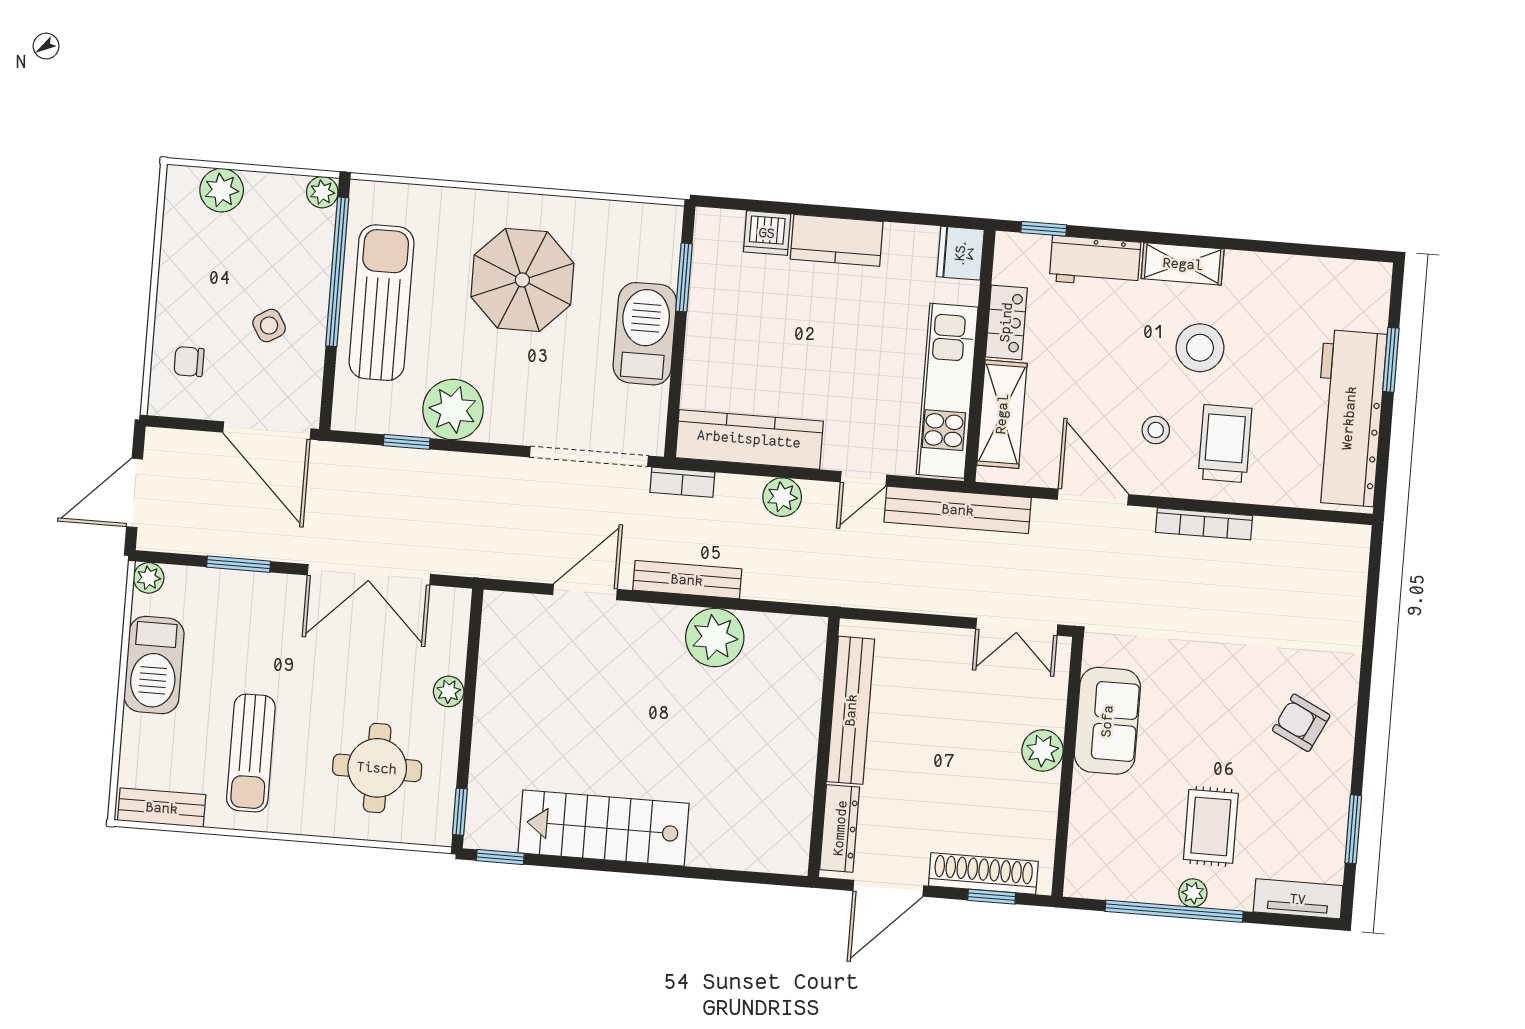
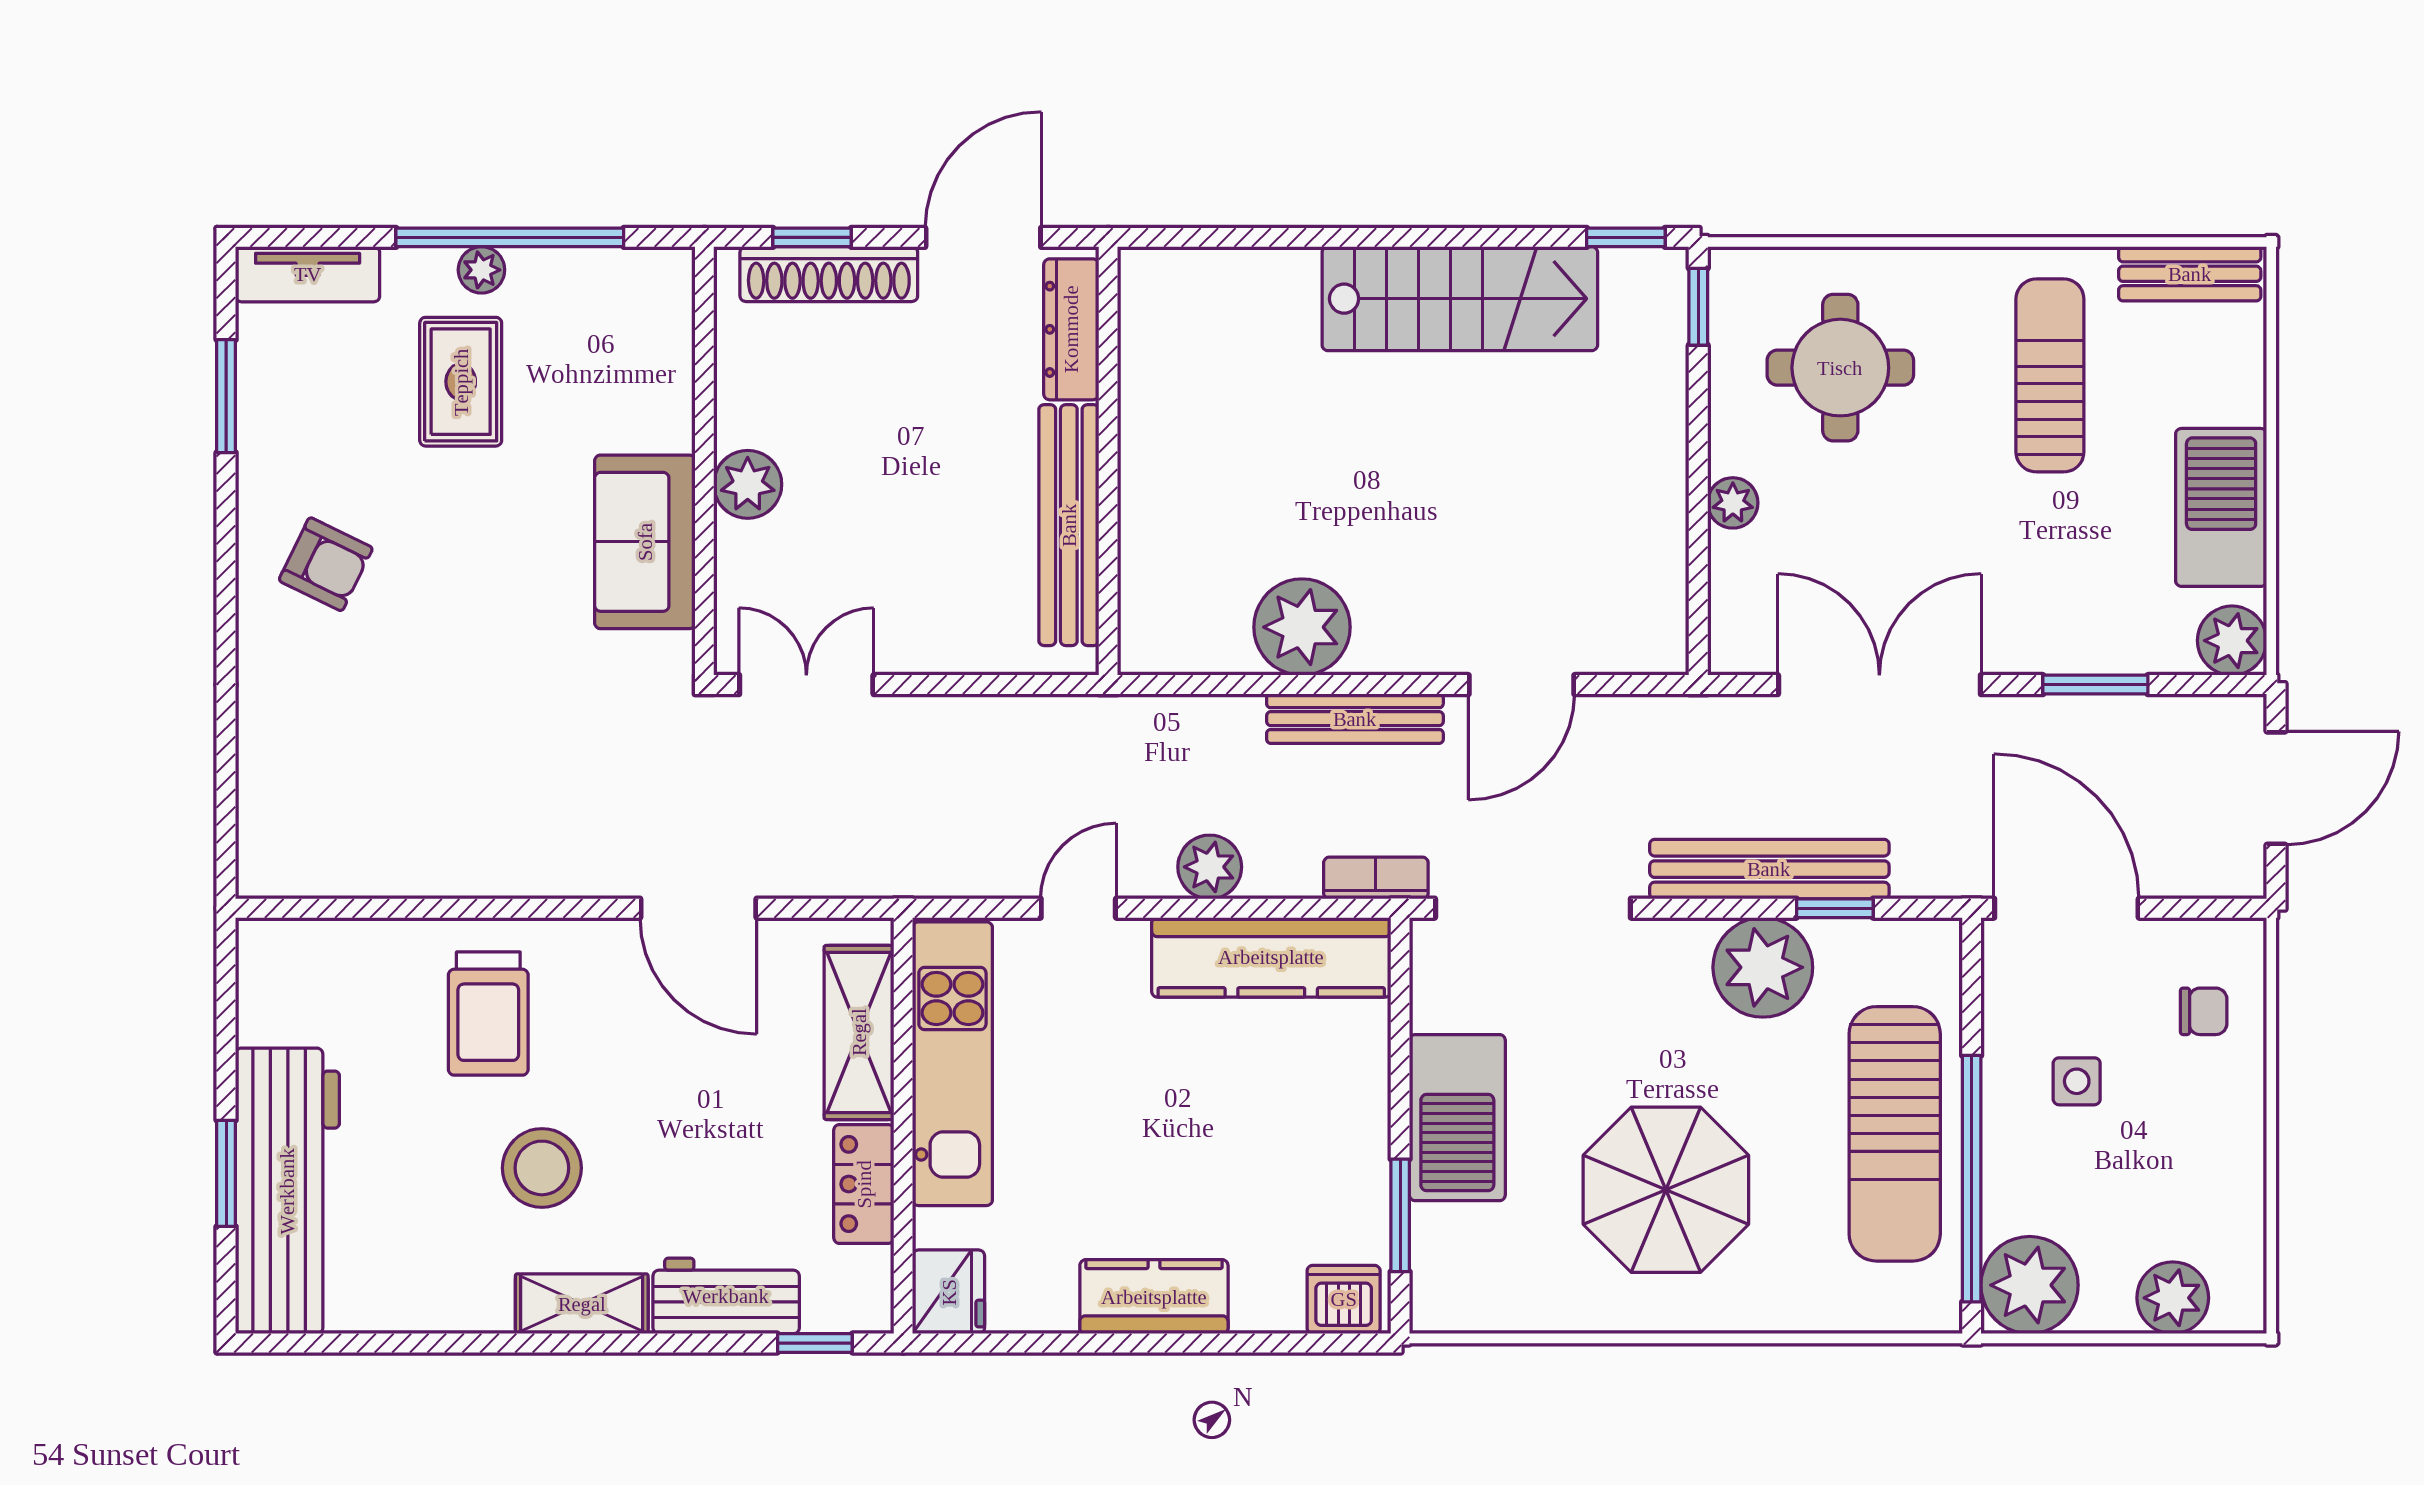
plant: (322, 192) -> (2030, 1285), width x1.88, depth x1.88
dishwasher: (767, 233) -> (1344, 1299), moved
side table: (269, 326) -> (2077, 1081), turned 31
workbench: (1349, 418) -> (287, 1191), moved
stool: (1156, 430) -> (604, 1027), removed
bench: (958, 510) -> (1769, 869), moved
bookcase: (1204, 524) -> (512, 879), removed
plant: (149, 578) -> (2232, 641), width x1.38, depth x1.38

